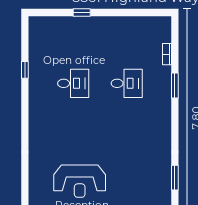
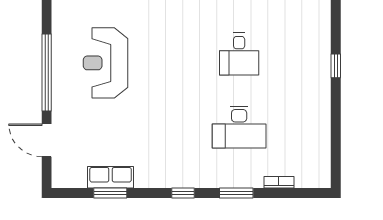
desk: (127, 83) -> (239, 127), width x1.37
window: (175, 124) -> (183, 193), added
row of seats: (163, 177) -> (111, 177), added

